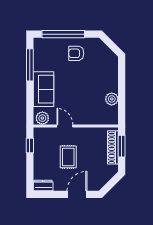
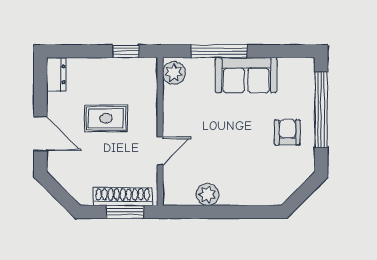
window: (30, 65) -> (219, 51), moved
sofa: (44, 89) -> (246, 75), moved
door: (65, 126) -> (160, 151), moved

